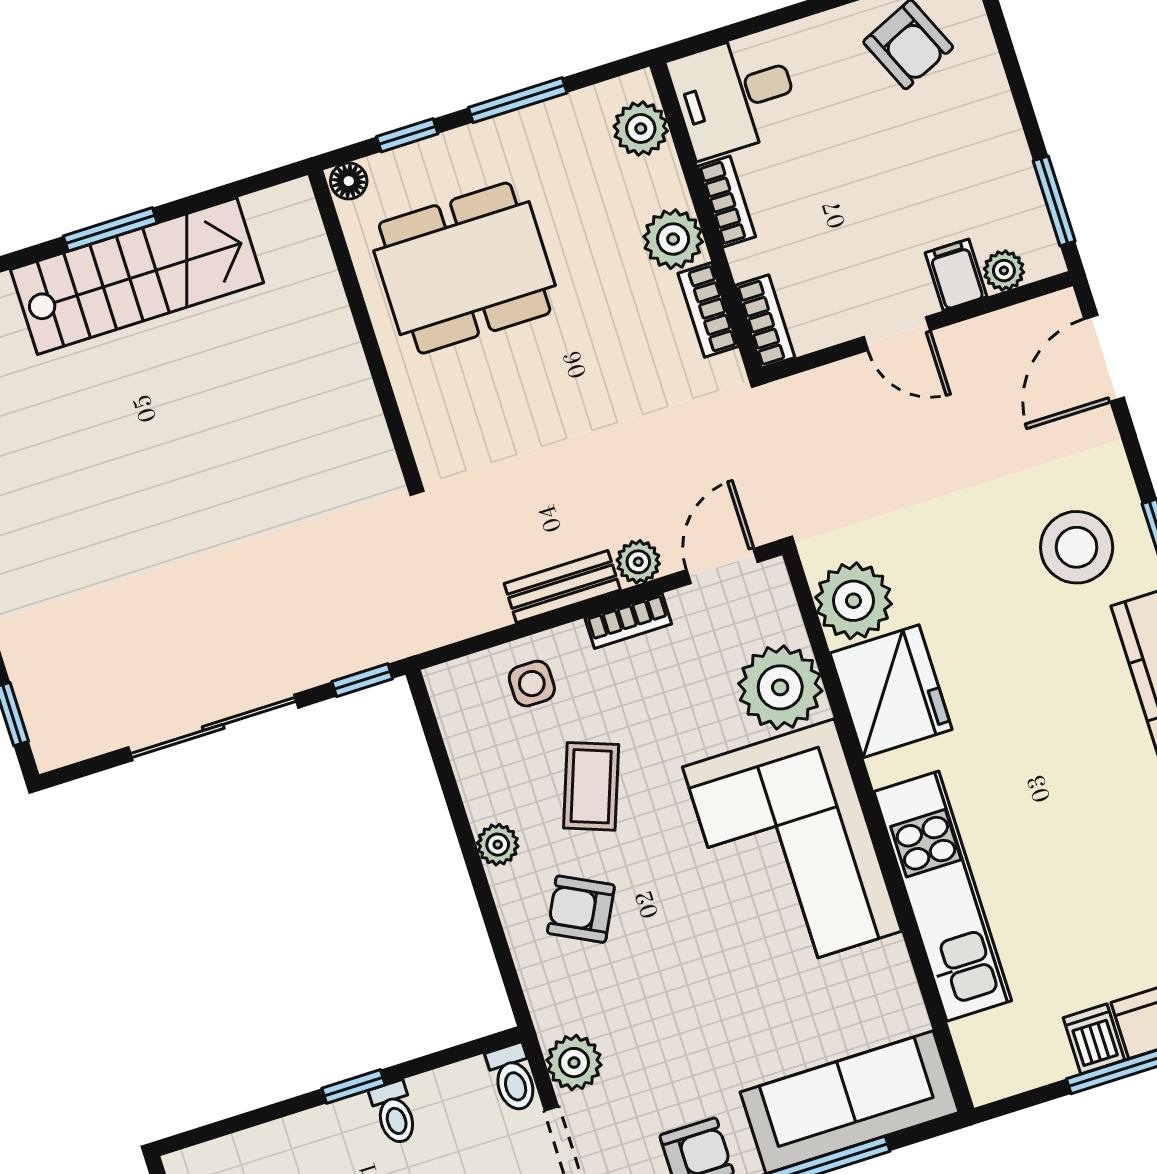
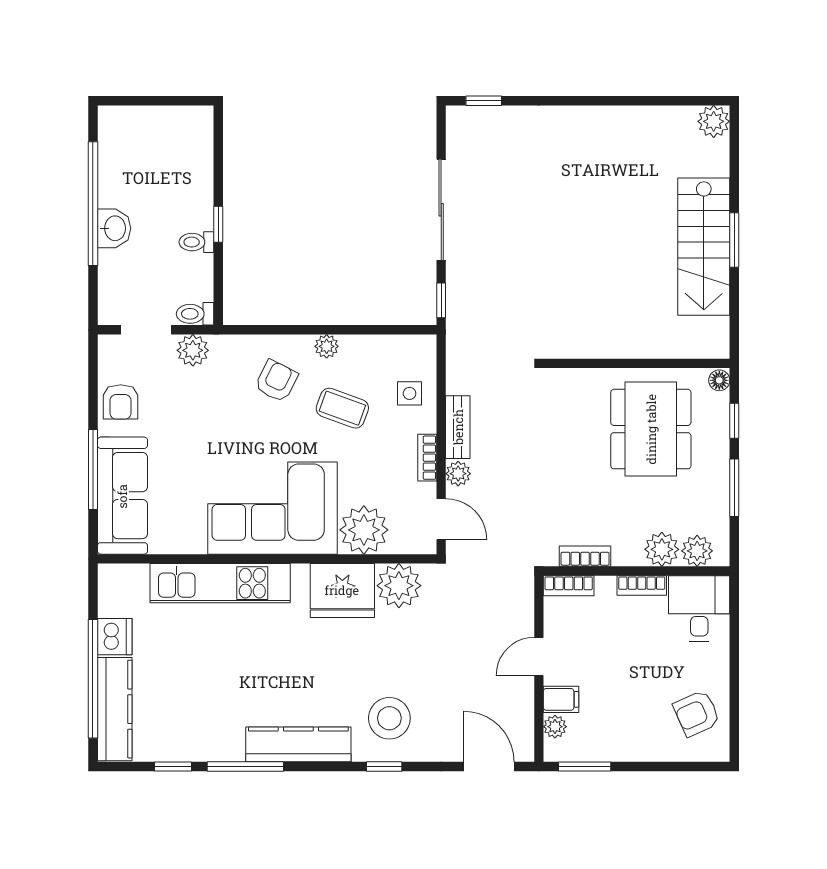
plant: (673, 239) -> (662, 549), moved
dishwasher: (1094, 1039) -> (115, 637), width x1.38

